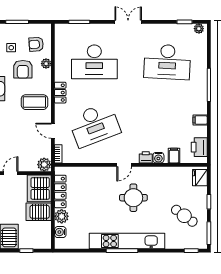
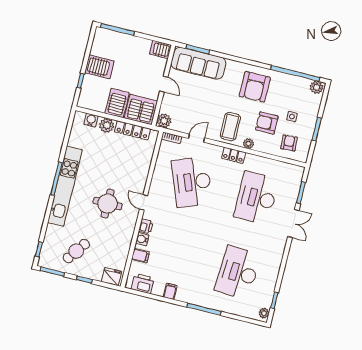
double door: (128, 22) -> (293, 224), moved
plant: (46, 64) -> (248, 144), moved

